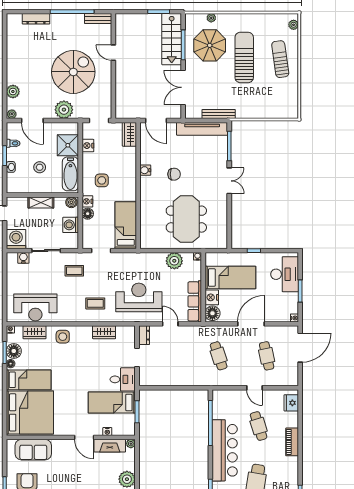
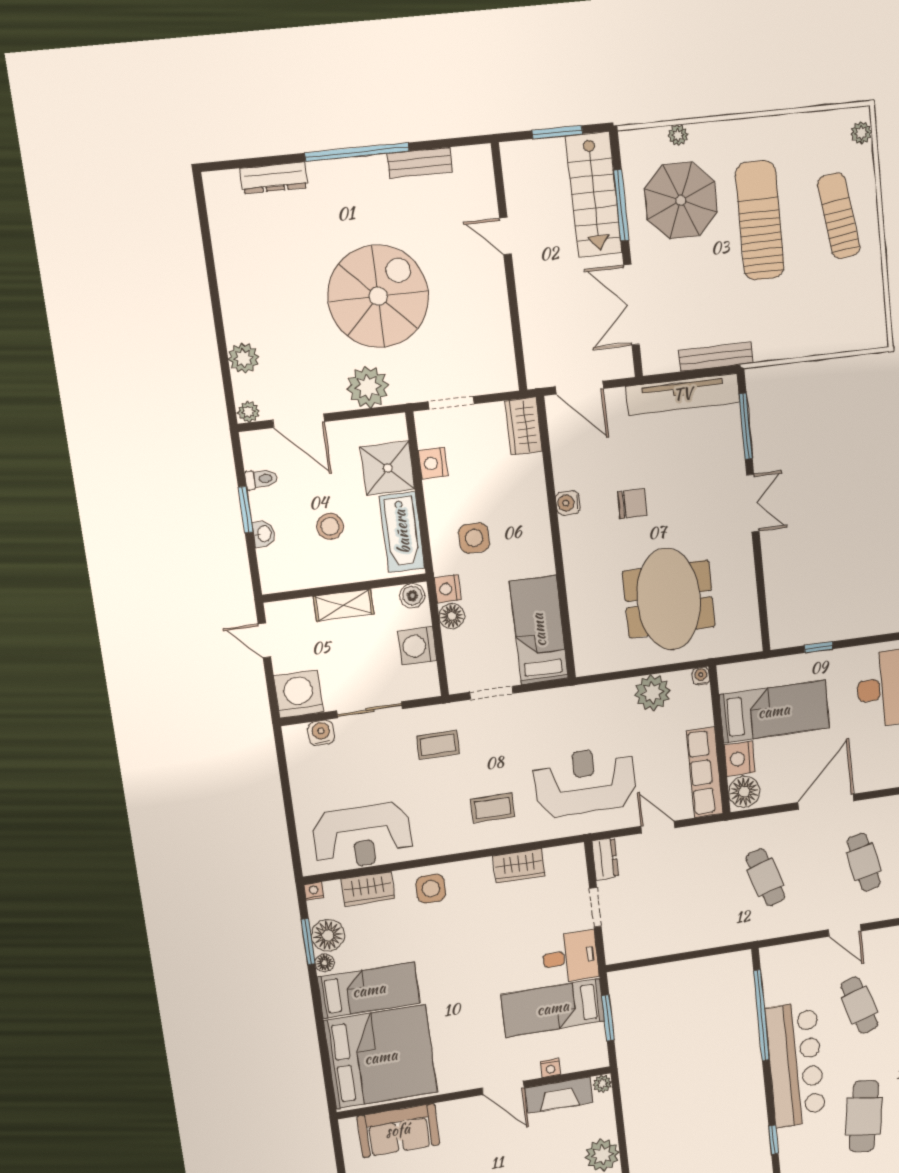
door: (113, 53) -> (505, 236), moved
wall: (113, 66) -> (509, 268), moved

